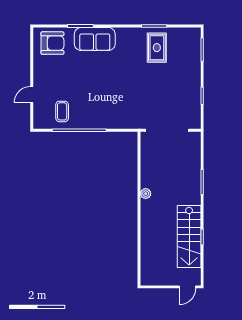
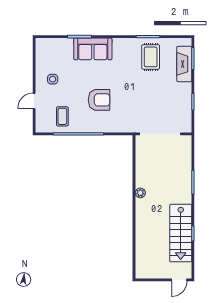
armchair: (52, 43) -> (99, 100), moved
fireplace: (193, 55) -> (184, 64), added
side table: (52, 71) -> (53, 79), added

